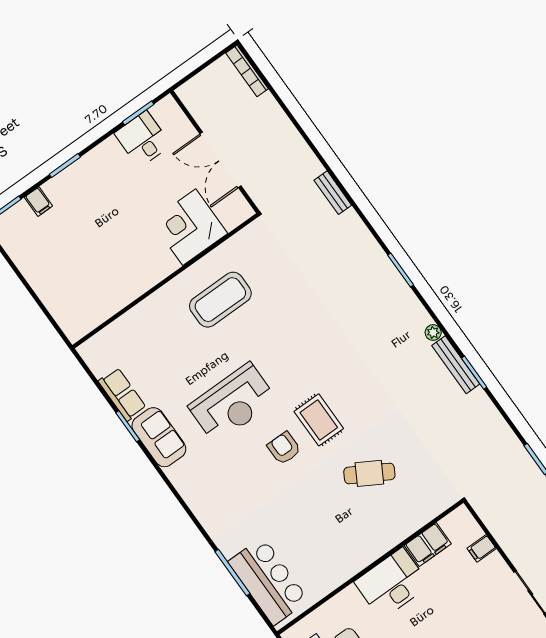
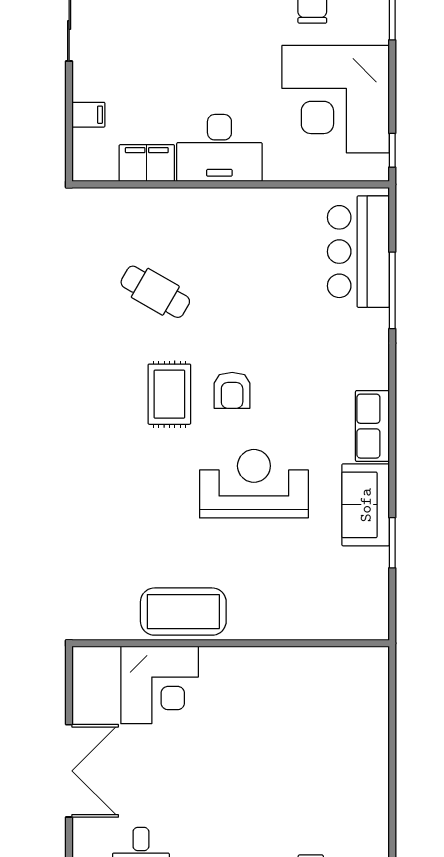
corner desk: (189, 227) -> (160, 685), moved
wall: (165, 281) -> (231, 643), moved
row of seats: (122, 394) -> (372, 426), moved

